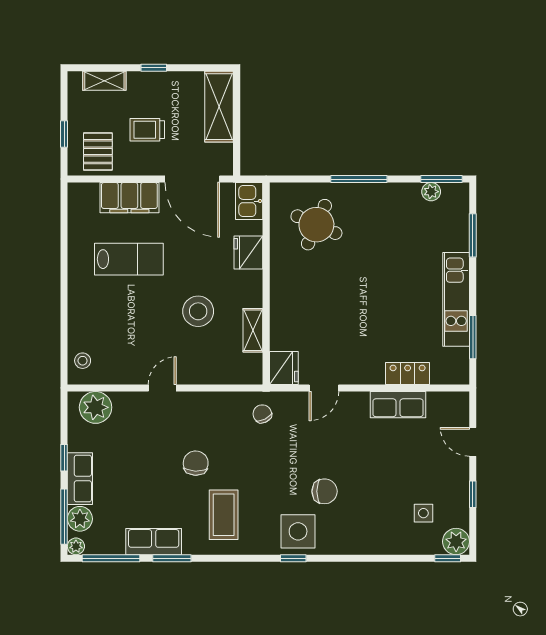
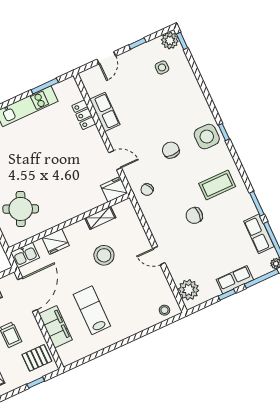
chair: (325, 491) -> (171, 150), moved
plant: (80, 519) -> (259, 269), removed
row of seats: (154, 542) -> (259, 234), moved

